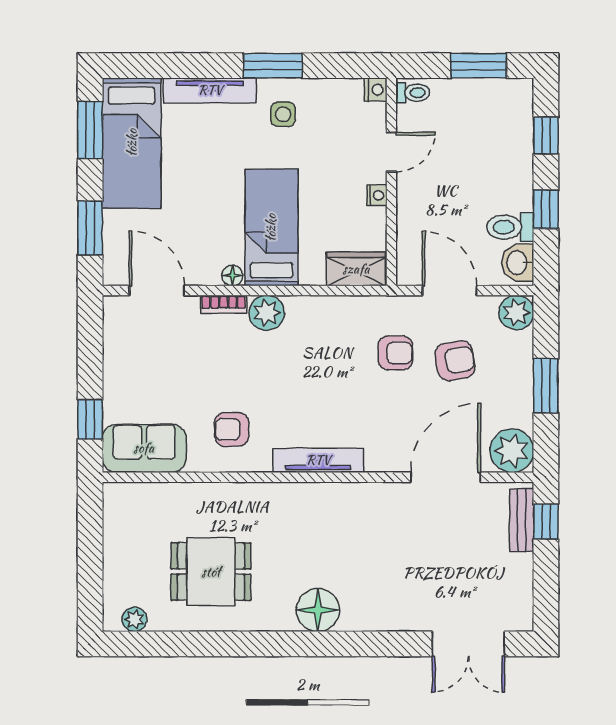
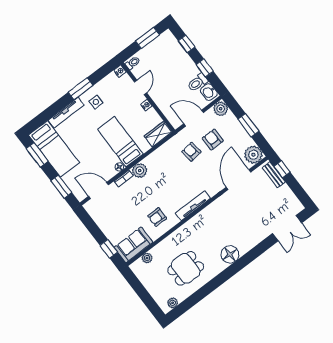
armchair: (395, 353) -> (191, 152), turned -97
armchair: (455, 361) -> (213, 139), turned -80
plant: (151, 494) -> (147, 258), added

